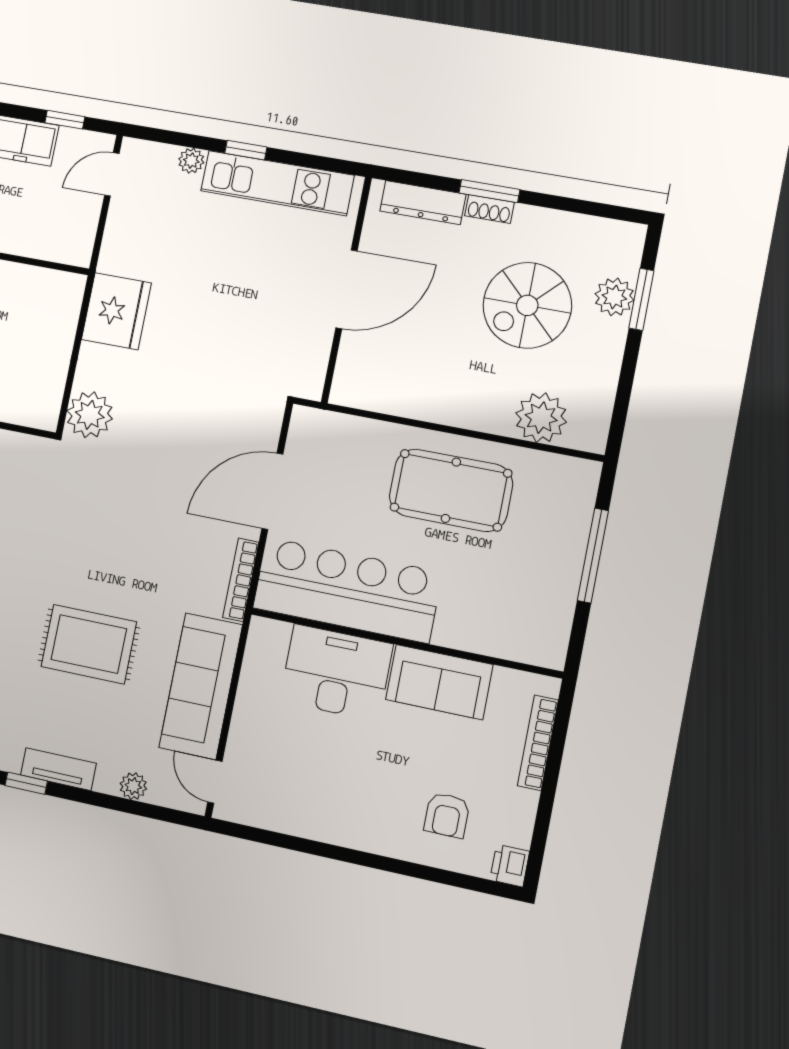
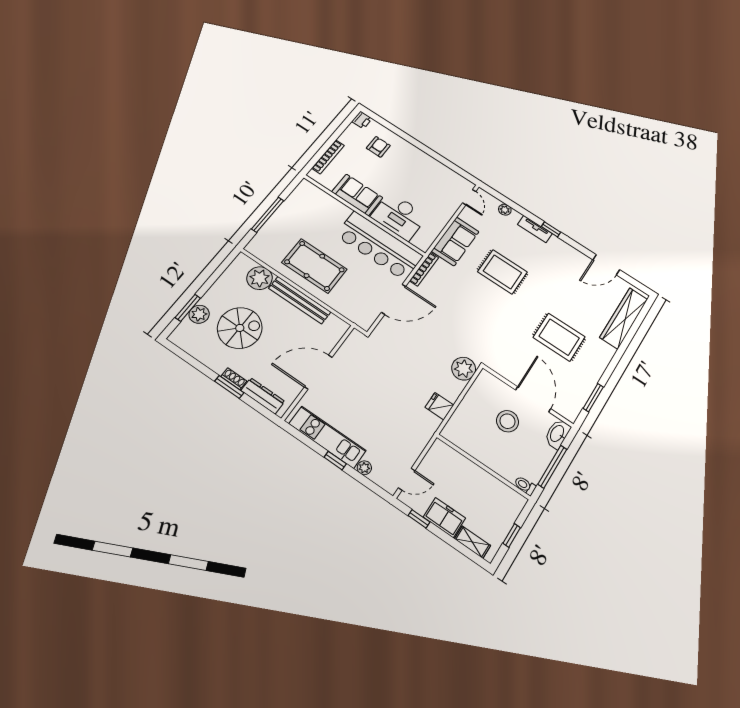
fridge: (116, 311) -> (439, 406), width x0.53, depth x0.75
bench: (445, 409) -> (300, 300), added
sofa: (201, 686) -> (455, 241), width x0.73

